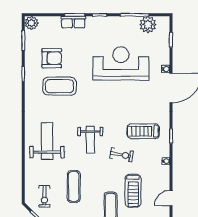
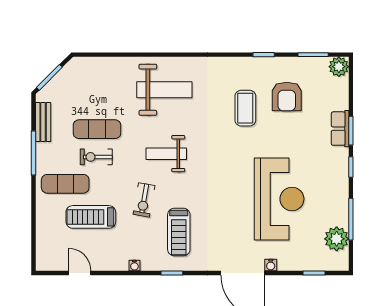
coffee table: (59, 86) -> (245, 108), width x0.73, depth x0.76
treadmill: (143, 131) -> (179, 232), turned 180
exercise bike: (44, 196) -> (96, 157), moved

